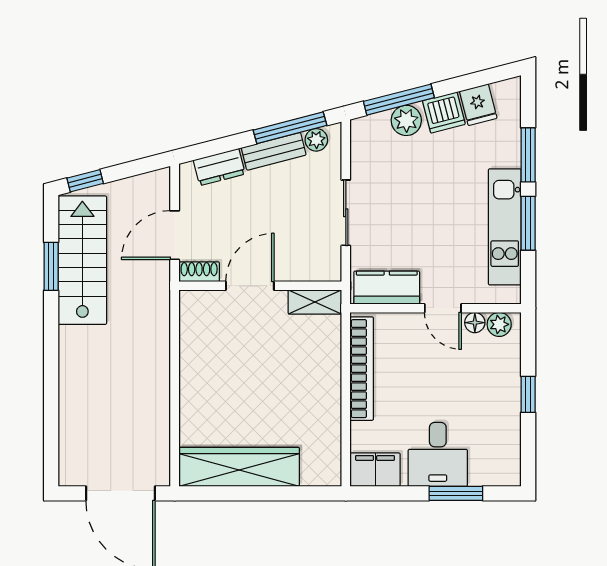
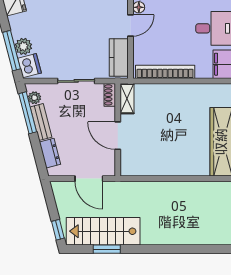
dishwasher: (444, 113) -> (29, 66), moved
shoe rack: (199, 272) -> (110, 95), moved

